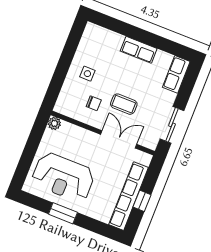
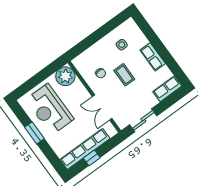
side table: (87, 74) -> (122, 45), moved
coffee table: (124, 104) -> (124, 75), moved
plant: (54, 123) -> (65, 76), width x1.88, depth x1.88
double door: (119, 139) -> (102, 107), swing flipped

